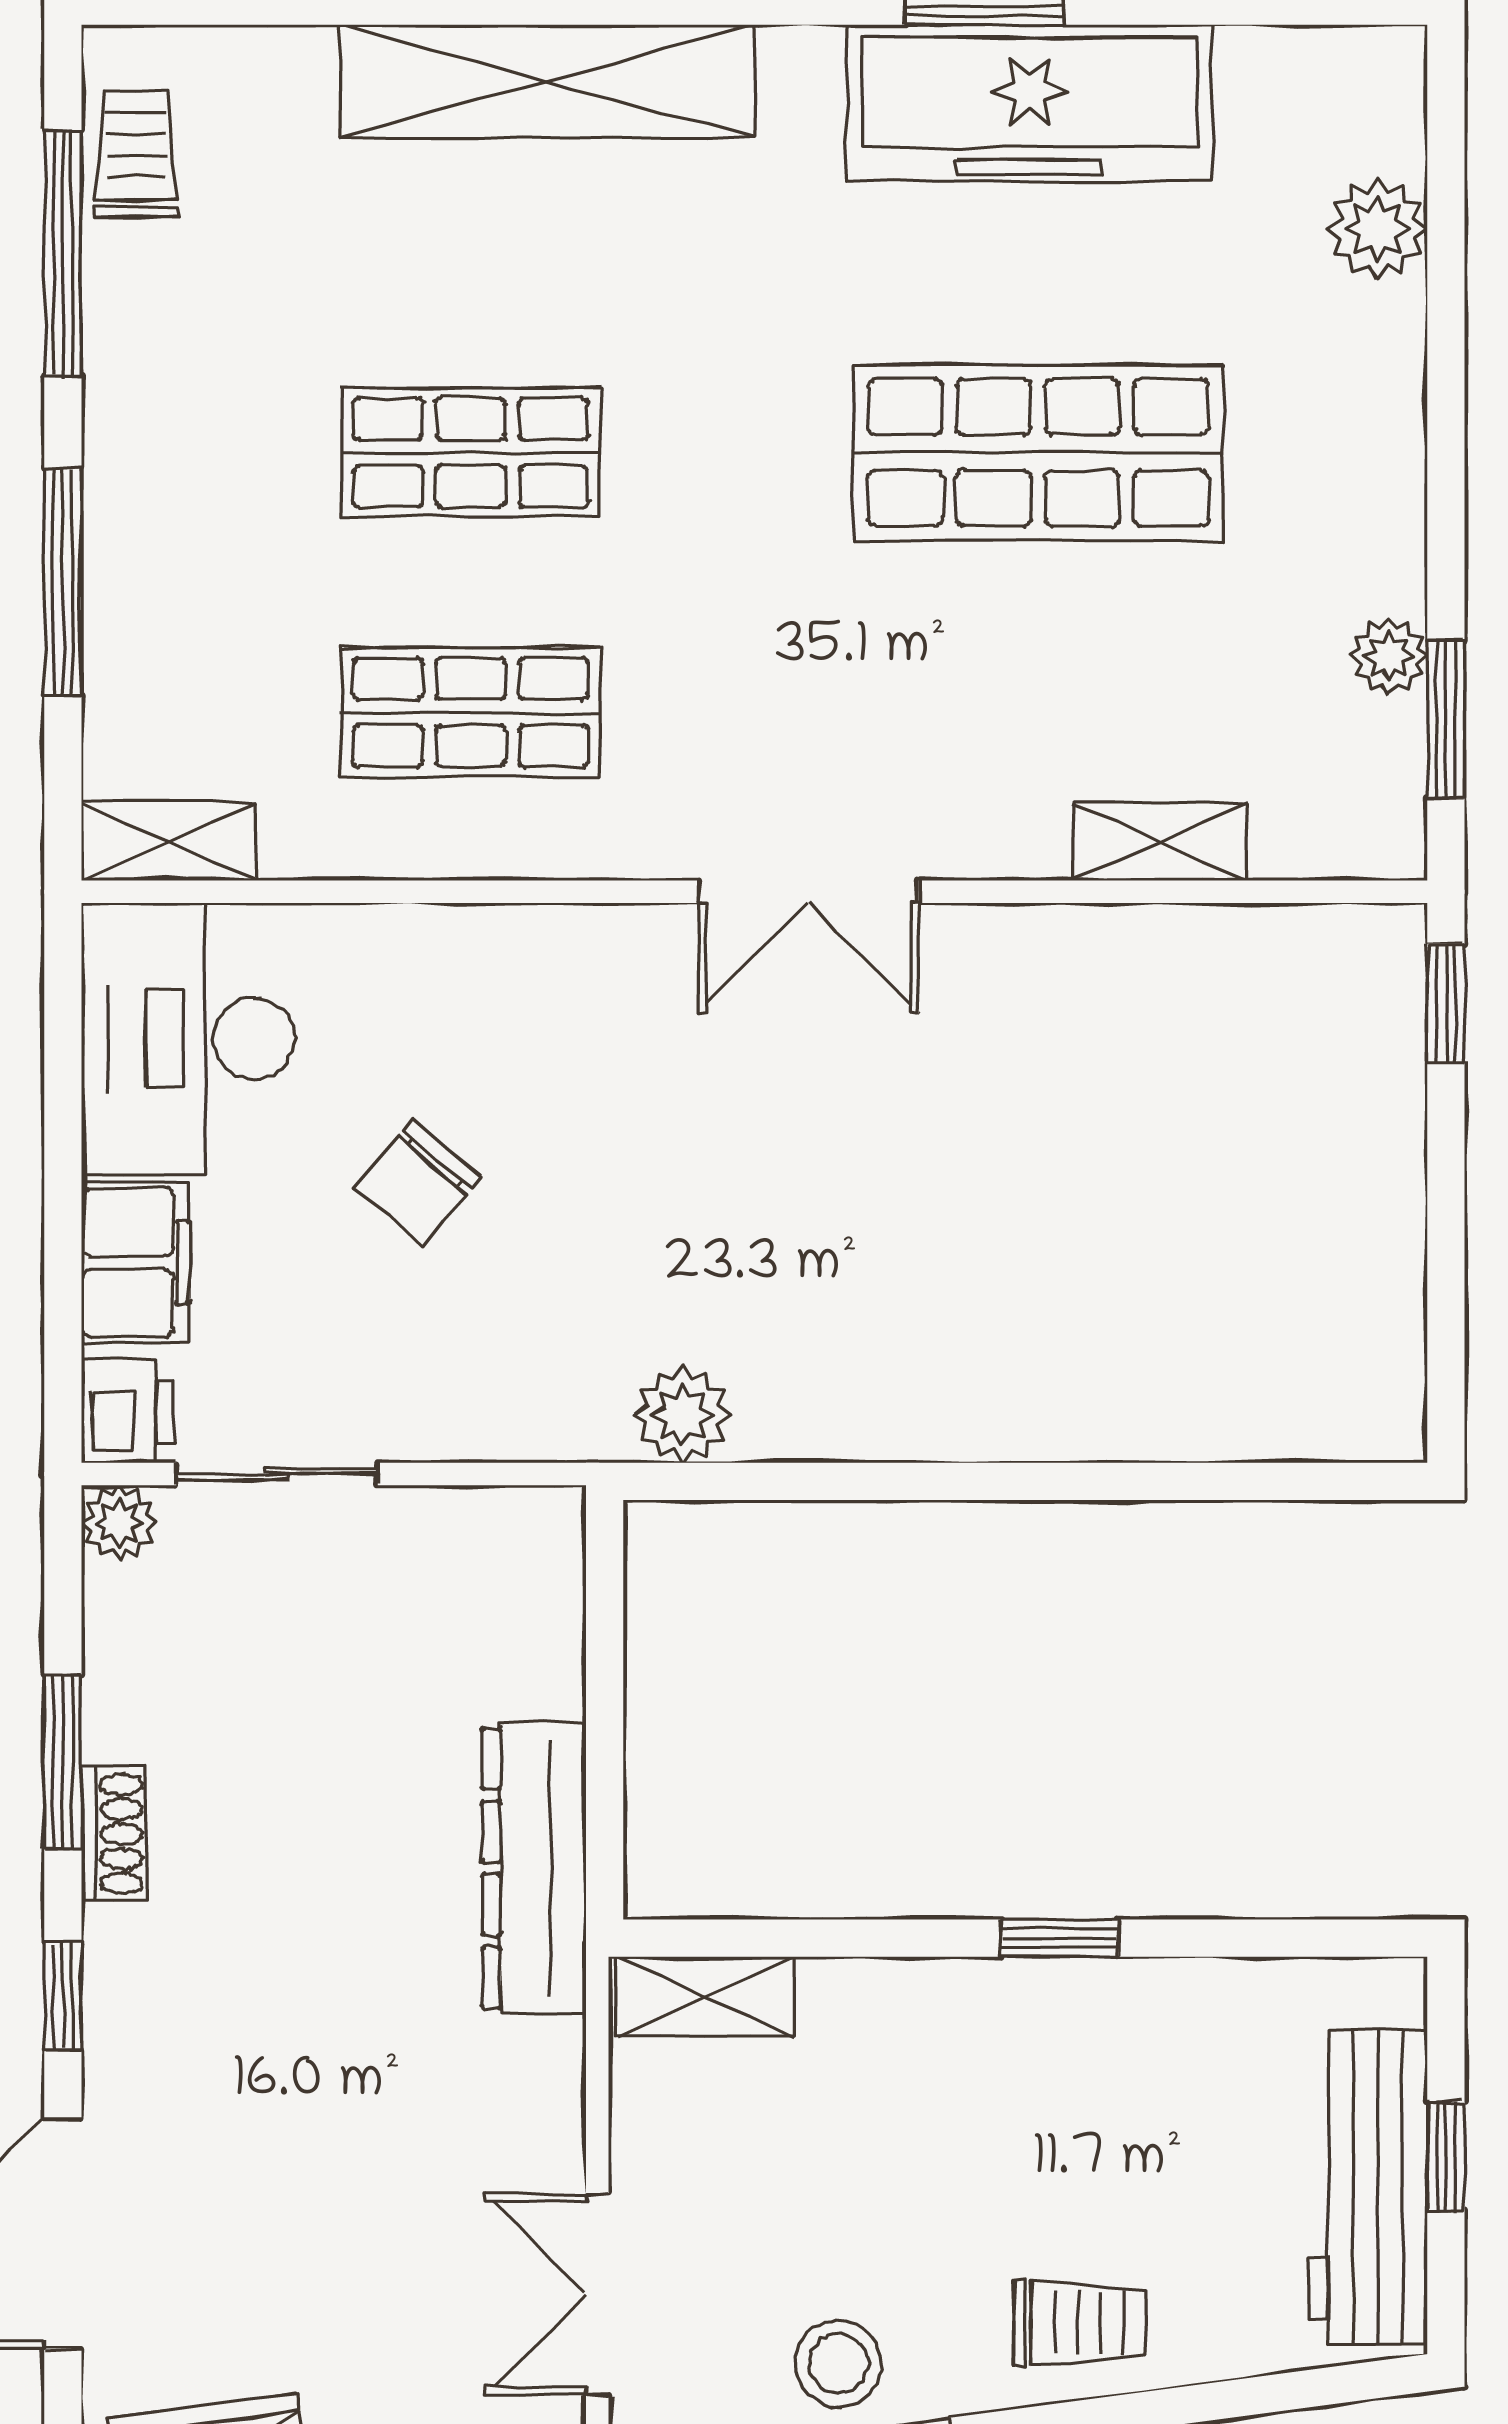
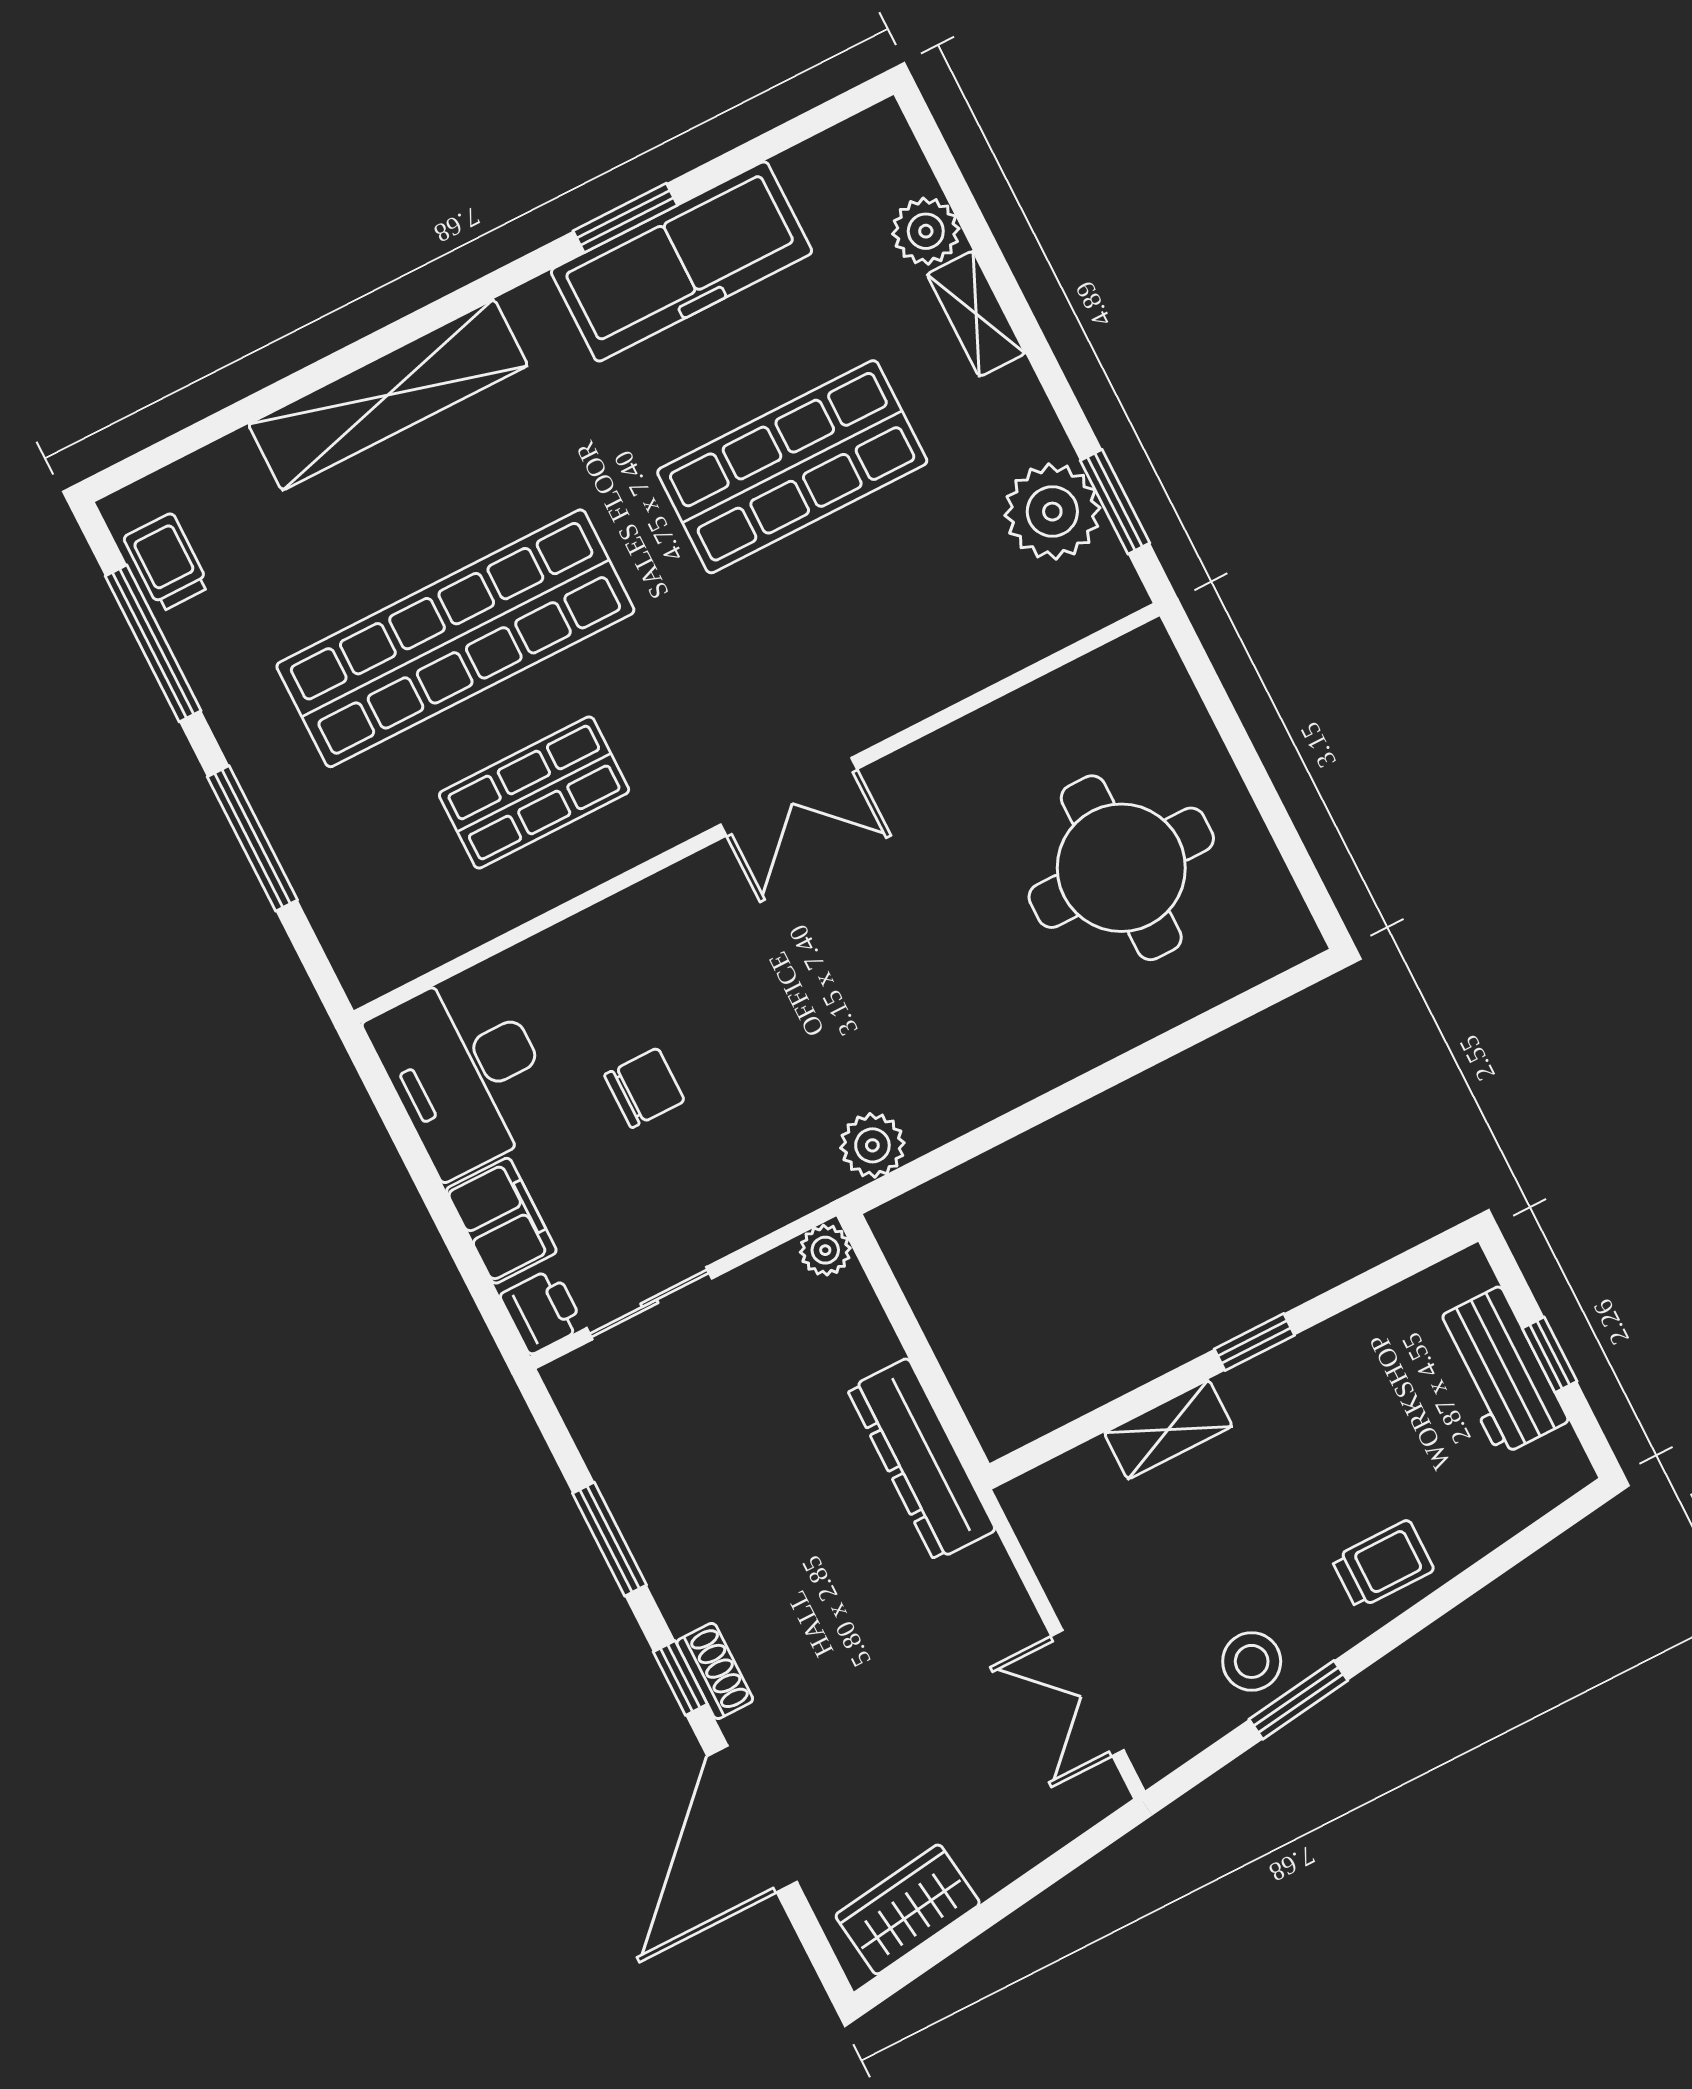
shop shelf: (471, 453) -> (455, 638), width x2.00, depth x1.36
plant: (1389, 656) -> (1052, 512), width x1.88, depth x1.88
shelving: (169, 841) -> (394, 960), removed
shelving: (1160, 841) -> (976, 314), moved, turned 90
window: (1446, 1003) -> (1201, 670), removed
chair: (417, 1183) -> (644, 1088), turned -131
round table: (1205, 1213) -> (1121, 868), added
plant: (119, 1523) -> (825, 1250), moved
shoe rack: (114, 1834) -> (715, 1671), moved
shelving: (705, 1996) -> (1168, 1430), moved
workbench: (1368, 2187) -> (1500, 1371), width x0.73

